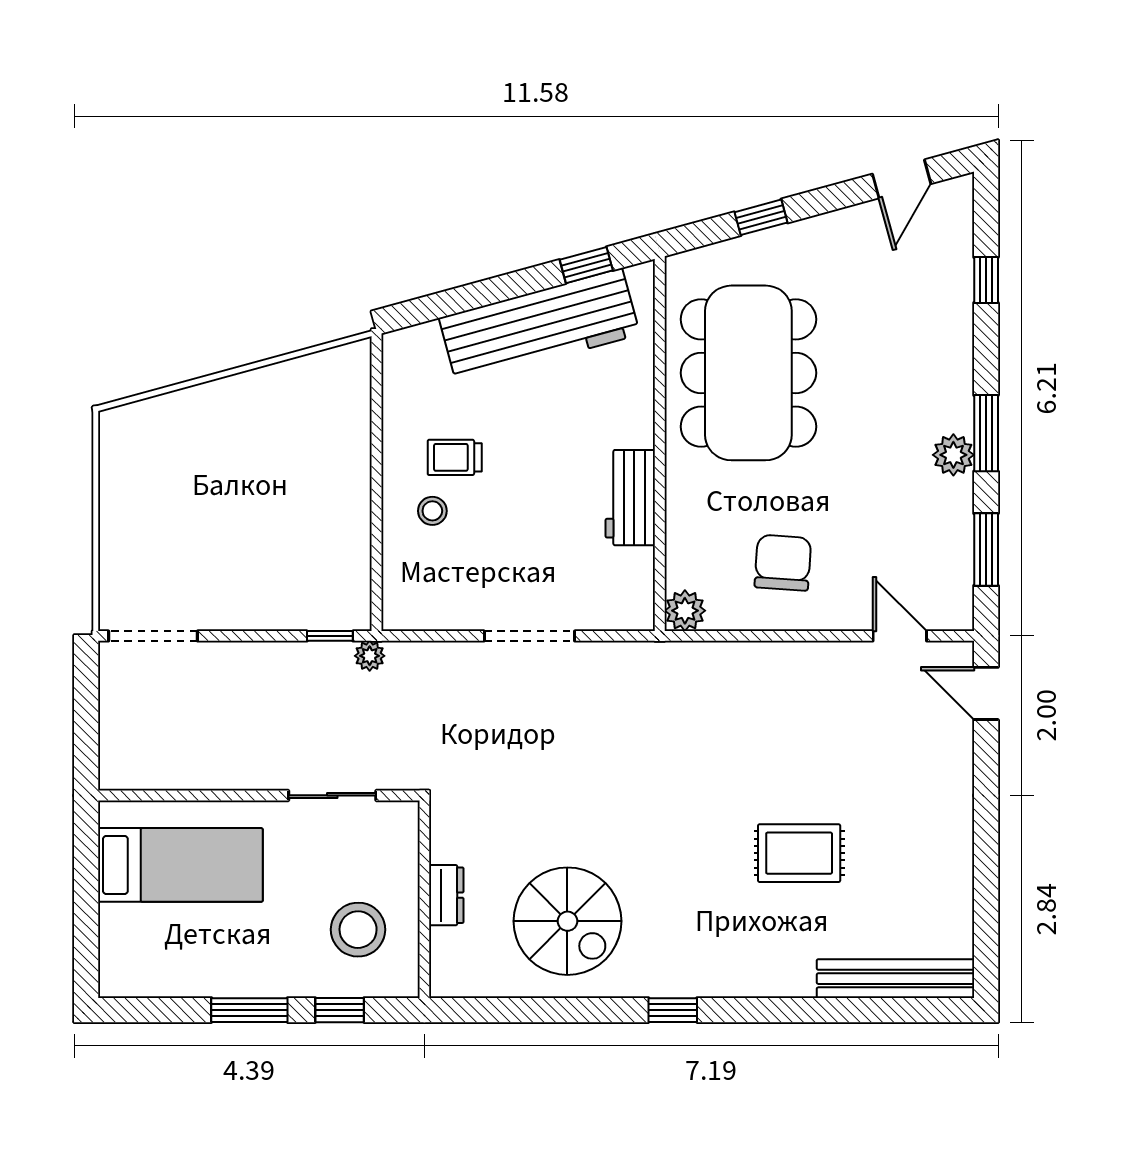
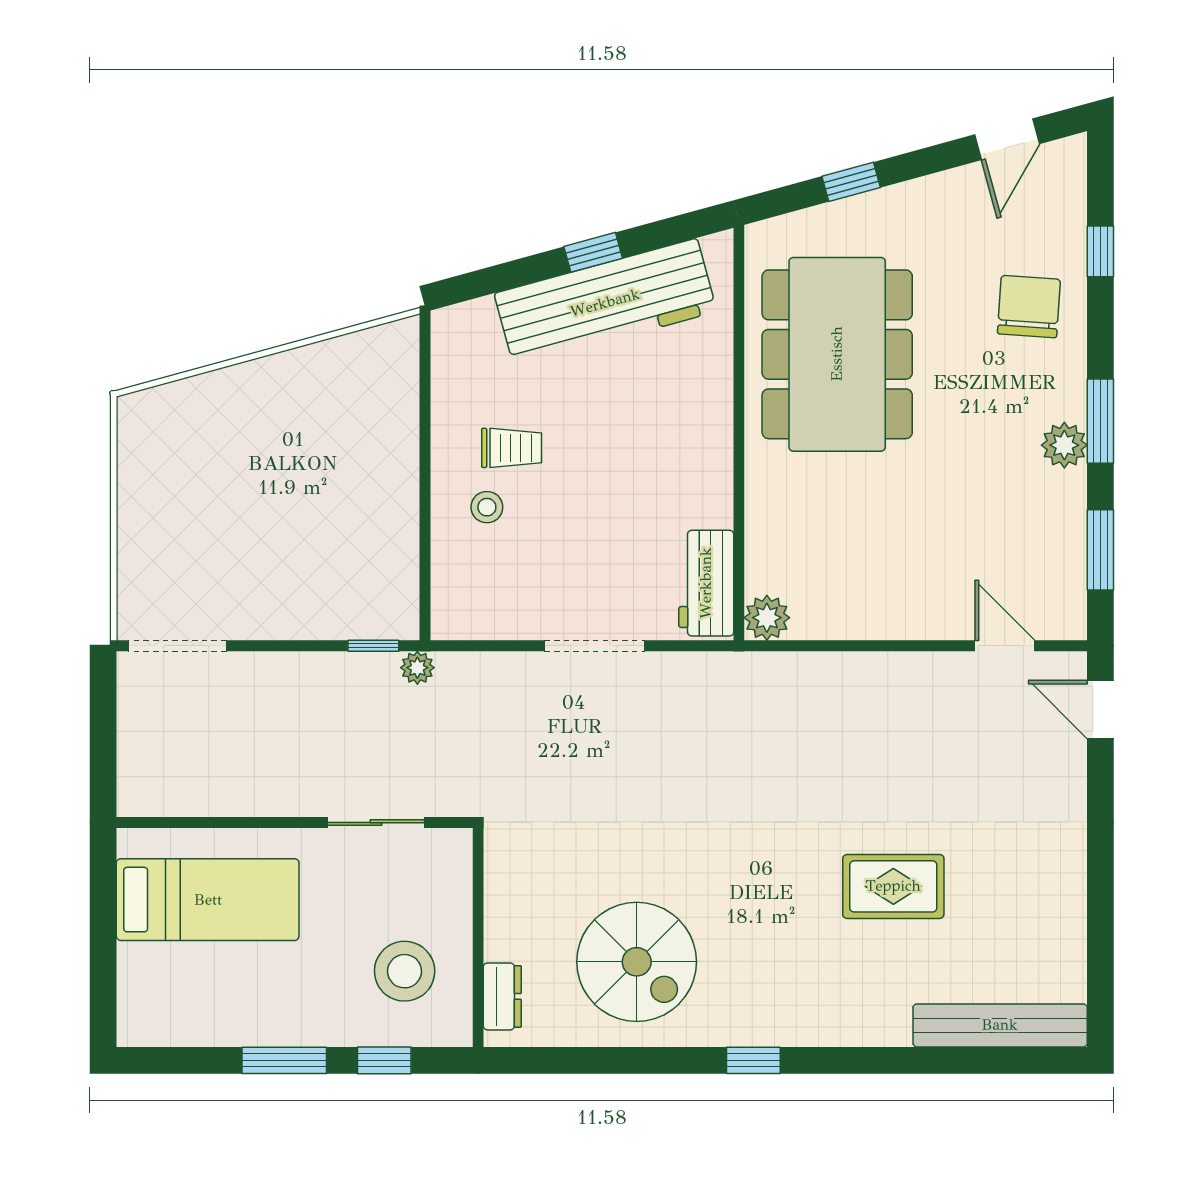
window: (586, 265) -> (593, 252), moved
trolley: (455, 457) -> (512, 448), turned 180
workbench: (630, 498) -> (706, 583), moved
chair: (783, 563) -> (1029, 307), moved
dresser: (446, 895) -> (502, 996), moved

